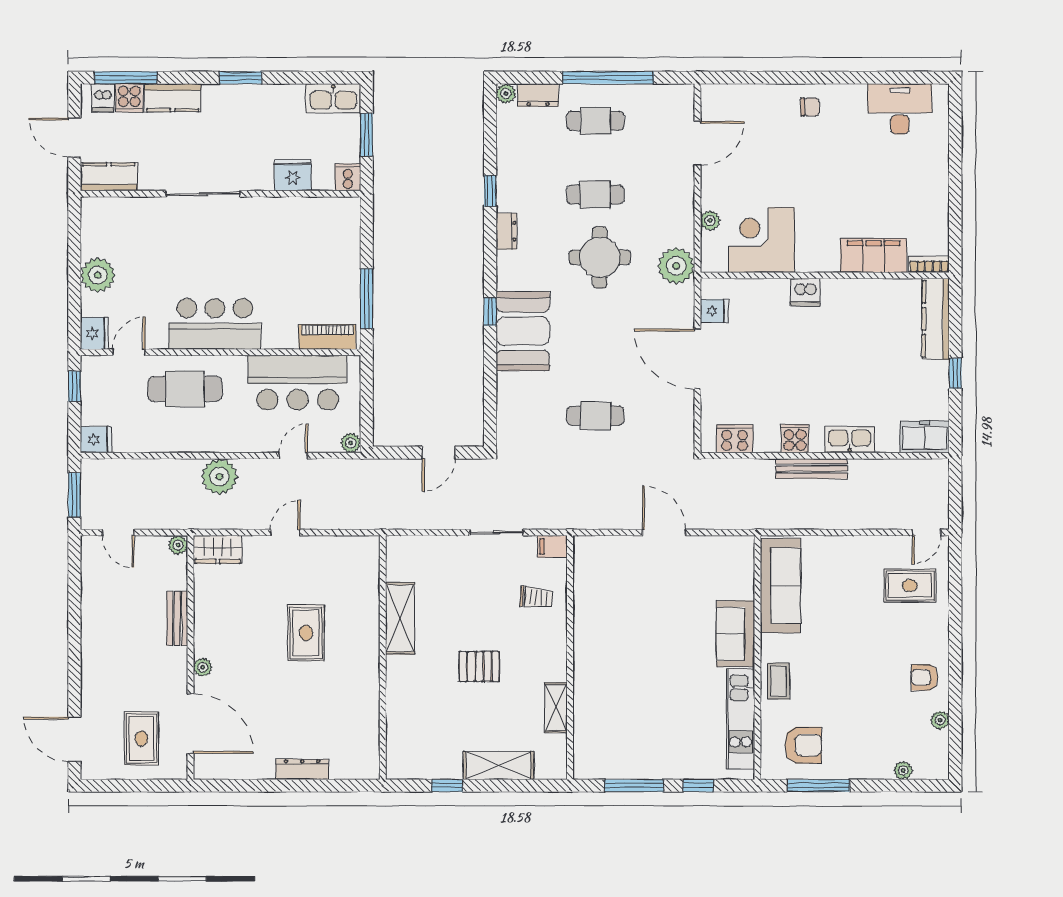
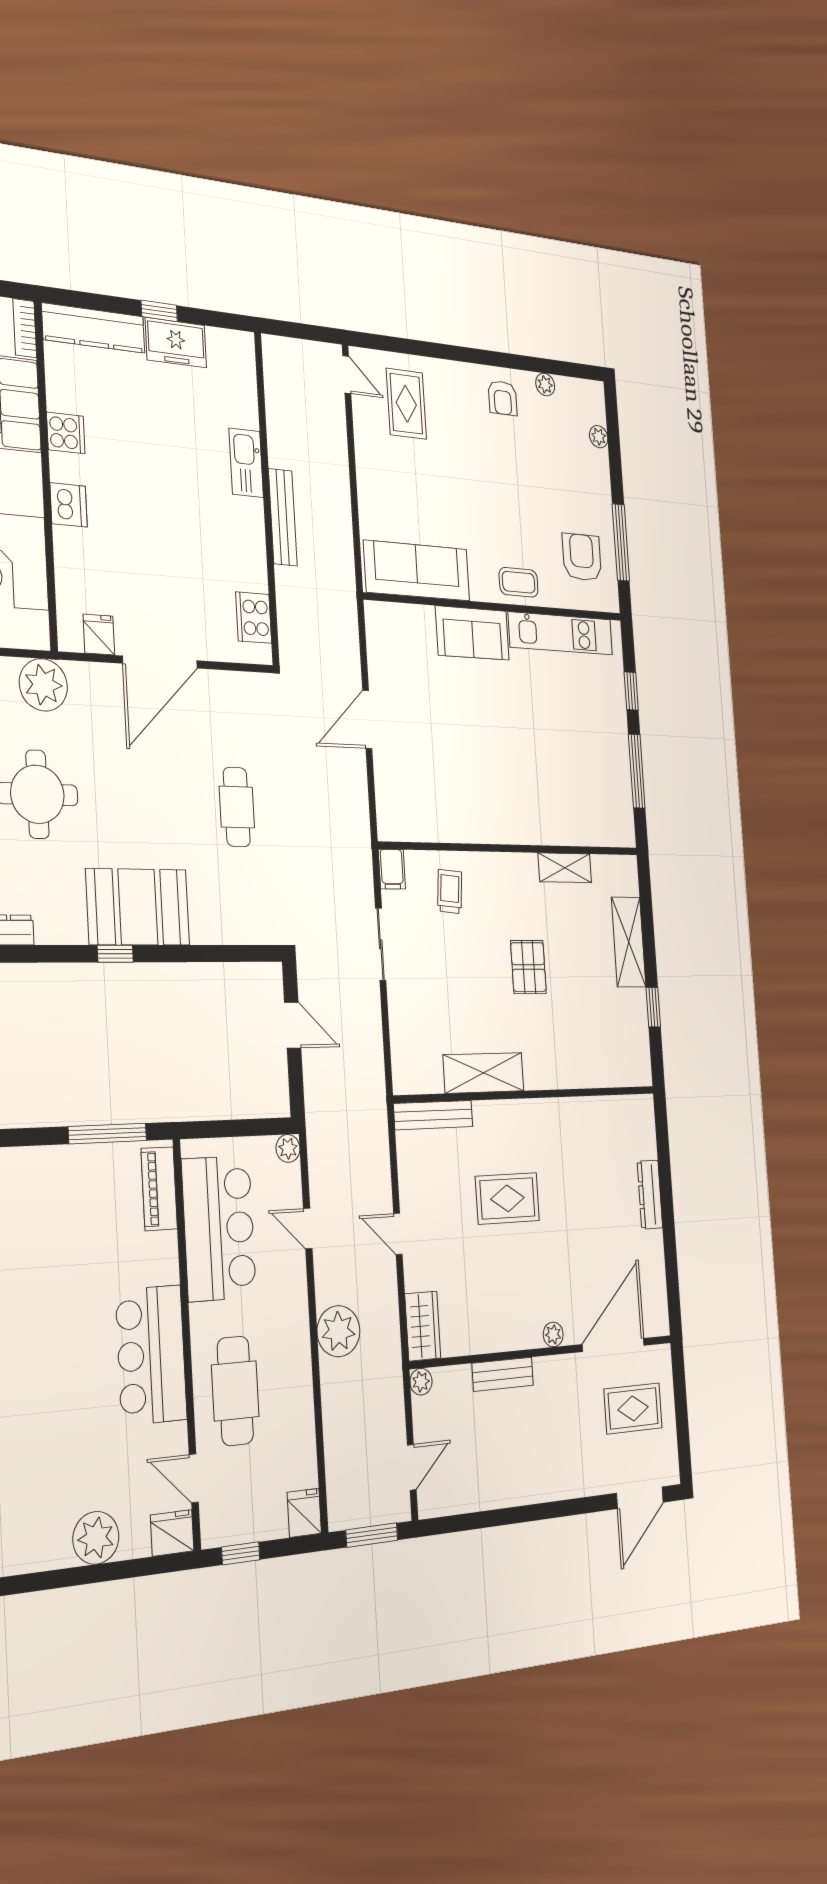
freezer: (925, 437) -> (176, 343), moved, turned -90
cooker: (795, 438) -> (66, 433), moved, turned 180
bench: (370, 570) -> (433, 1115), added

